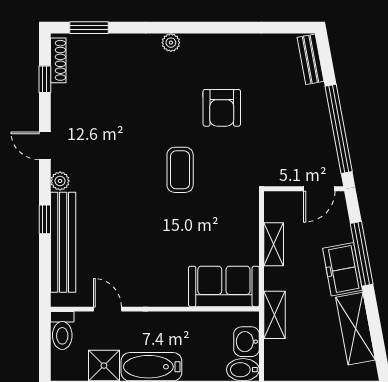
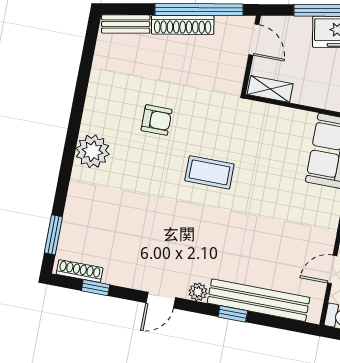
plant: (171, 43) -> (93, 151), width x1.88, depth x1.88
armchair: (222, 108) -> (157, 120), width x0.72, depth x0.72
shoe rack: (320, 116) -> (183, 25), added
shelving: (274, 244) -> (270, 89), moved

